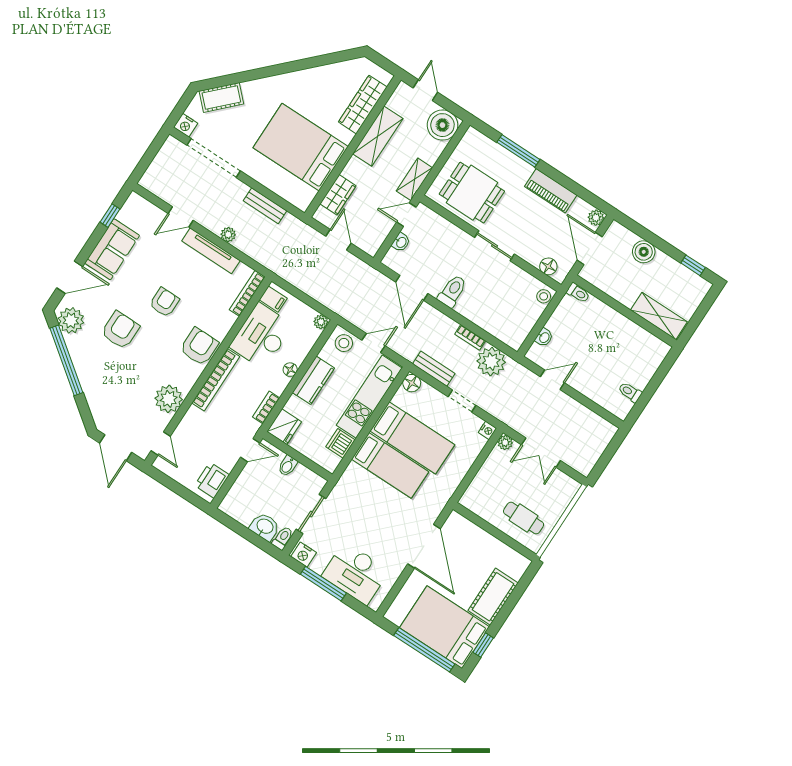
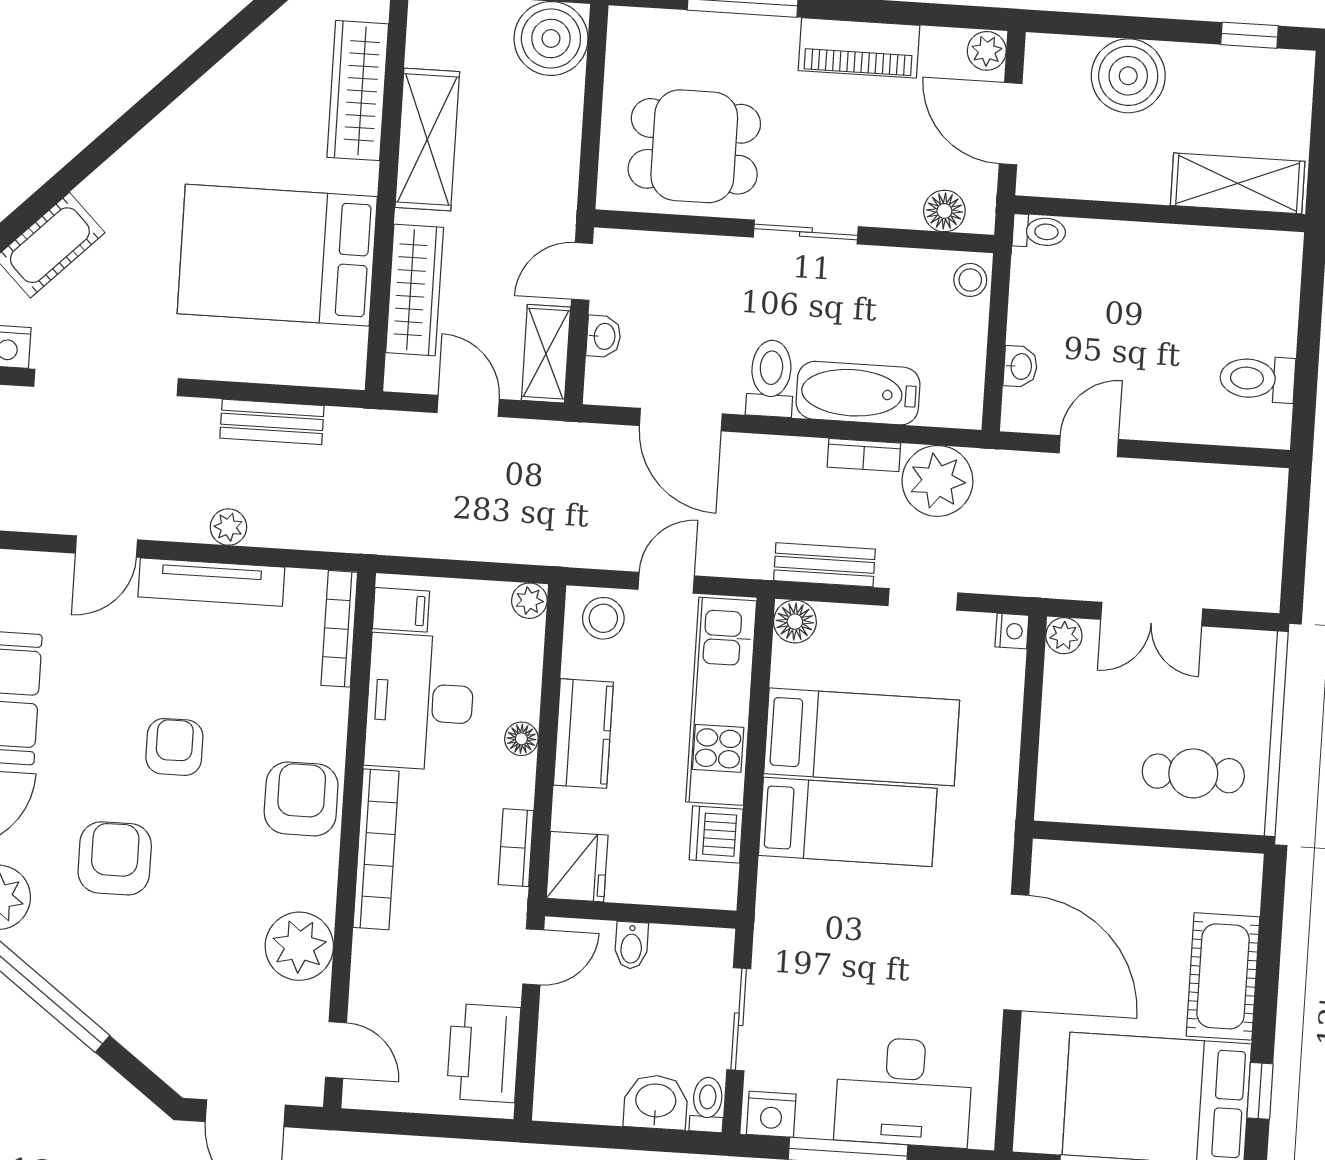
shelving: (414, 179) -> (546, 354), moved
wardrobe: (338, 195) -> (415, 290), width x1.50
boiler: (644, 252) -> (1128, 76), width x1.37, depth x1.37
bathtub: (481, 314) -> (858, 393), added
toilet: (630, 392) -> (1257, 379), width x1.37, depth x1.39
printer: (212, 480) -> (484, 1053), width x1.37, depth x1.19

